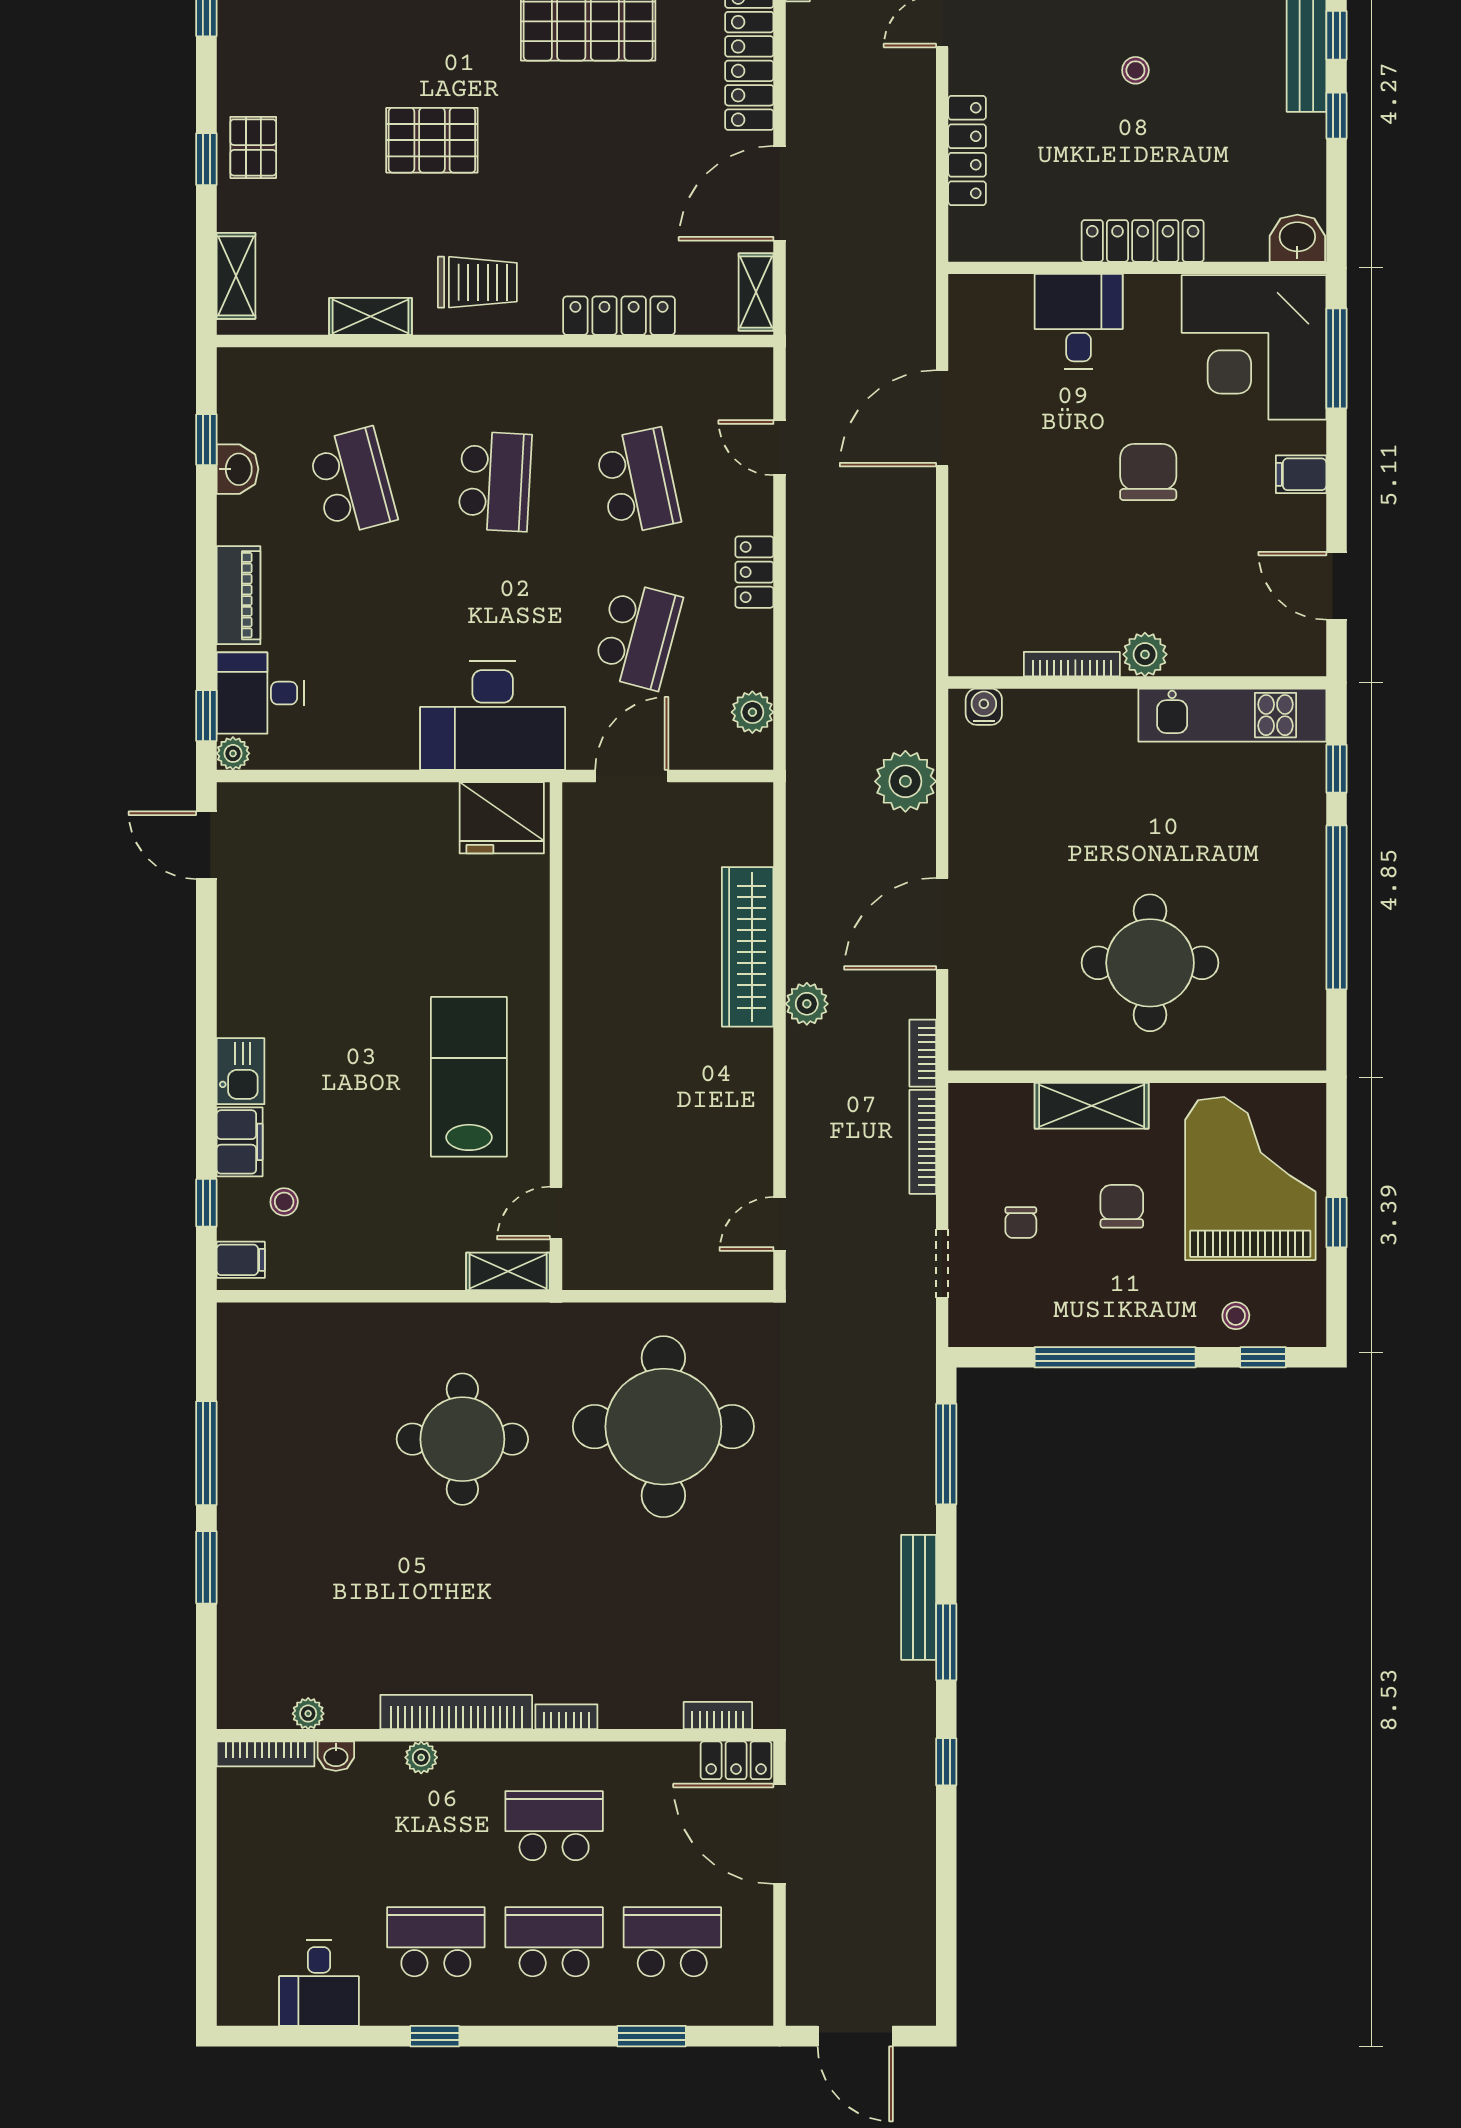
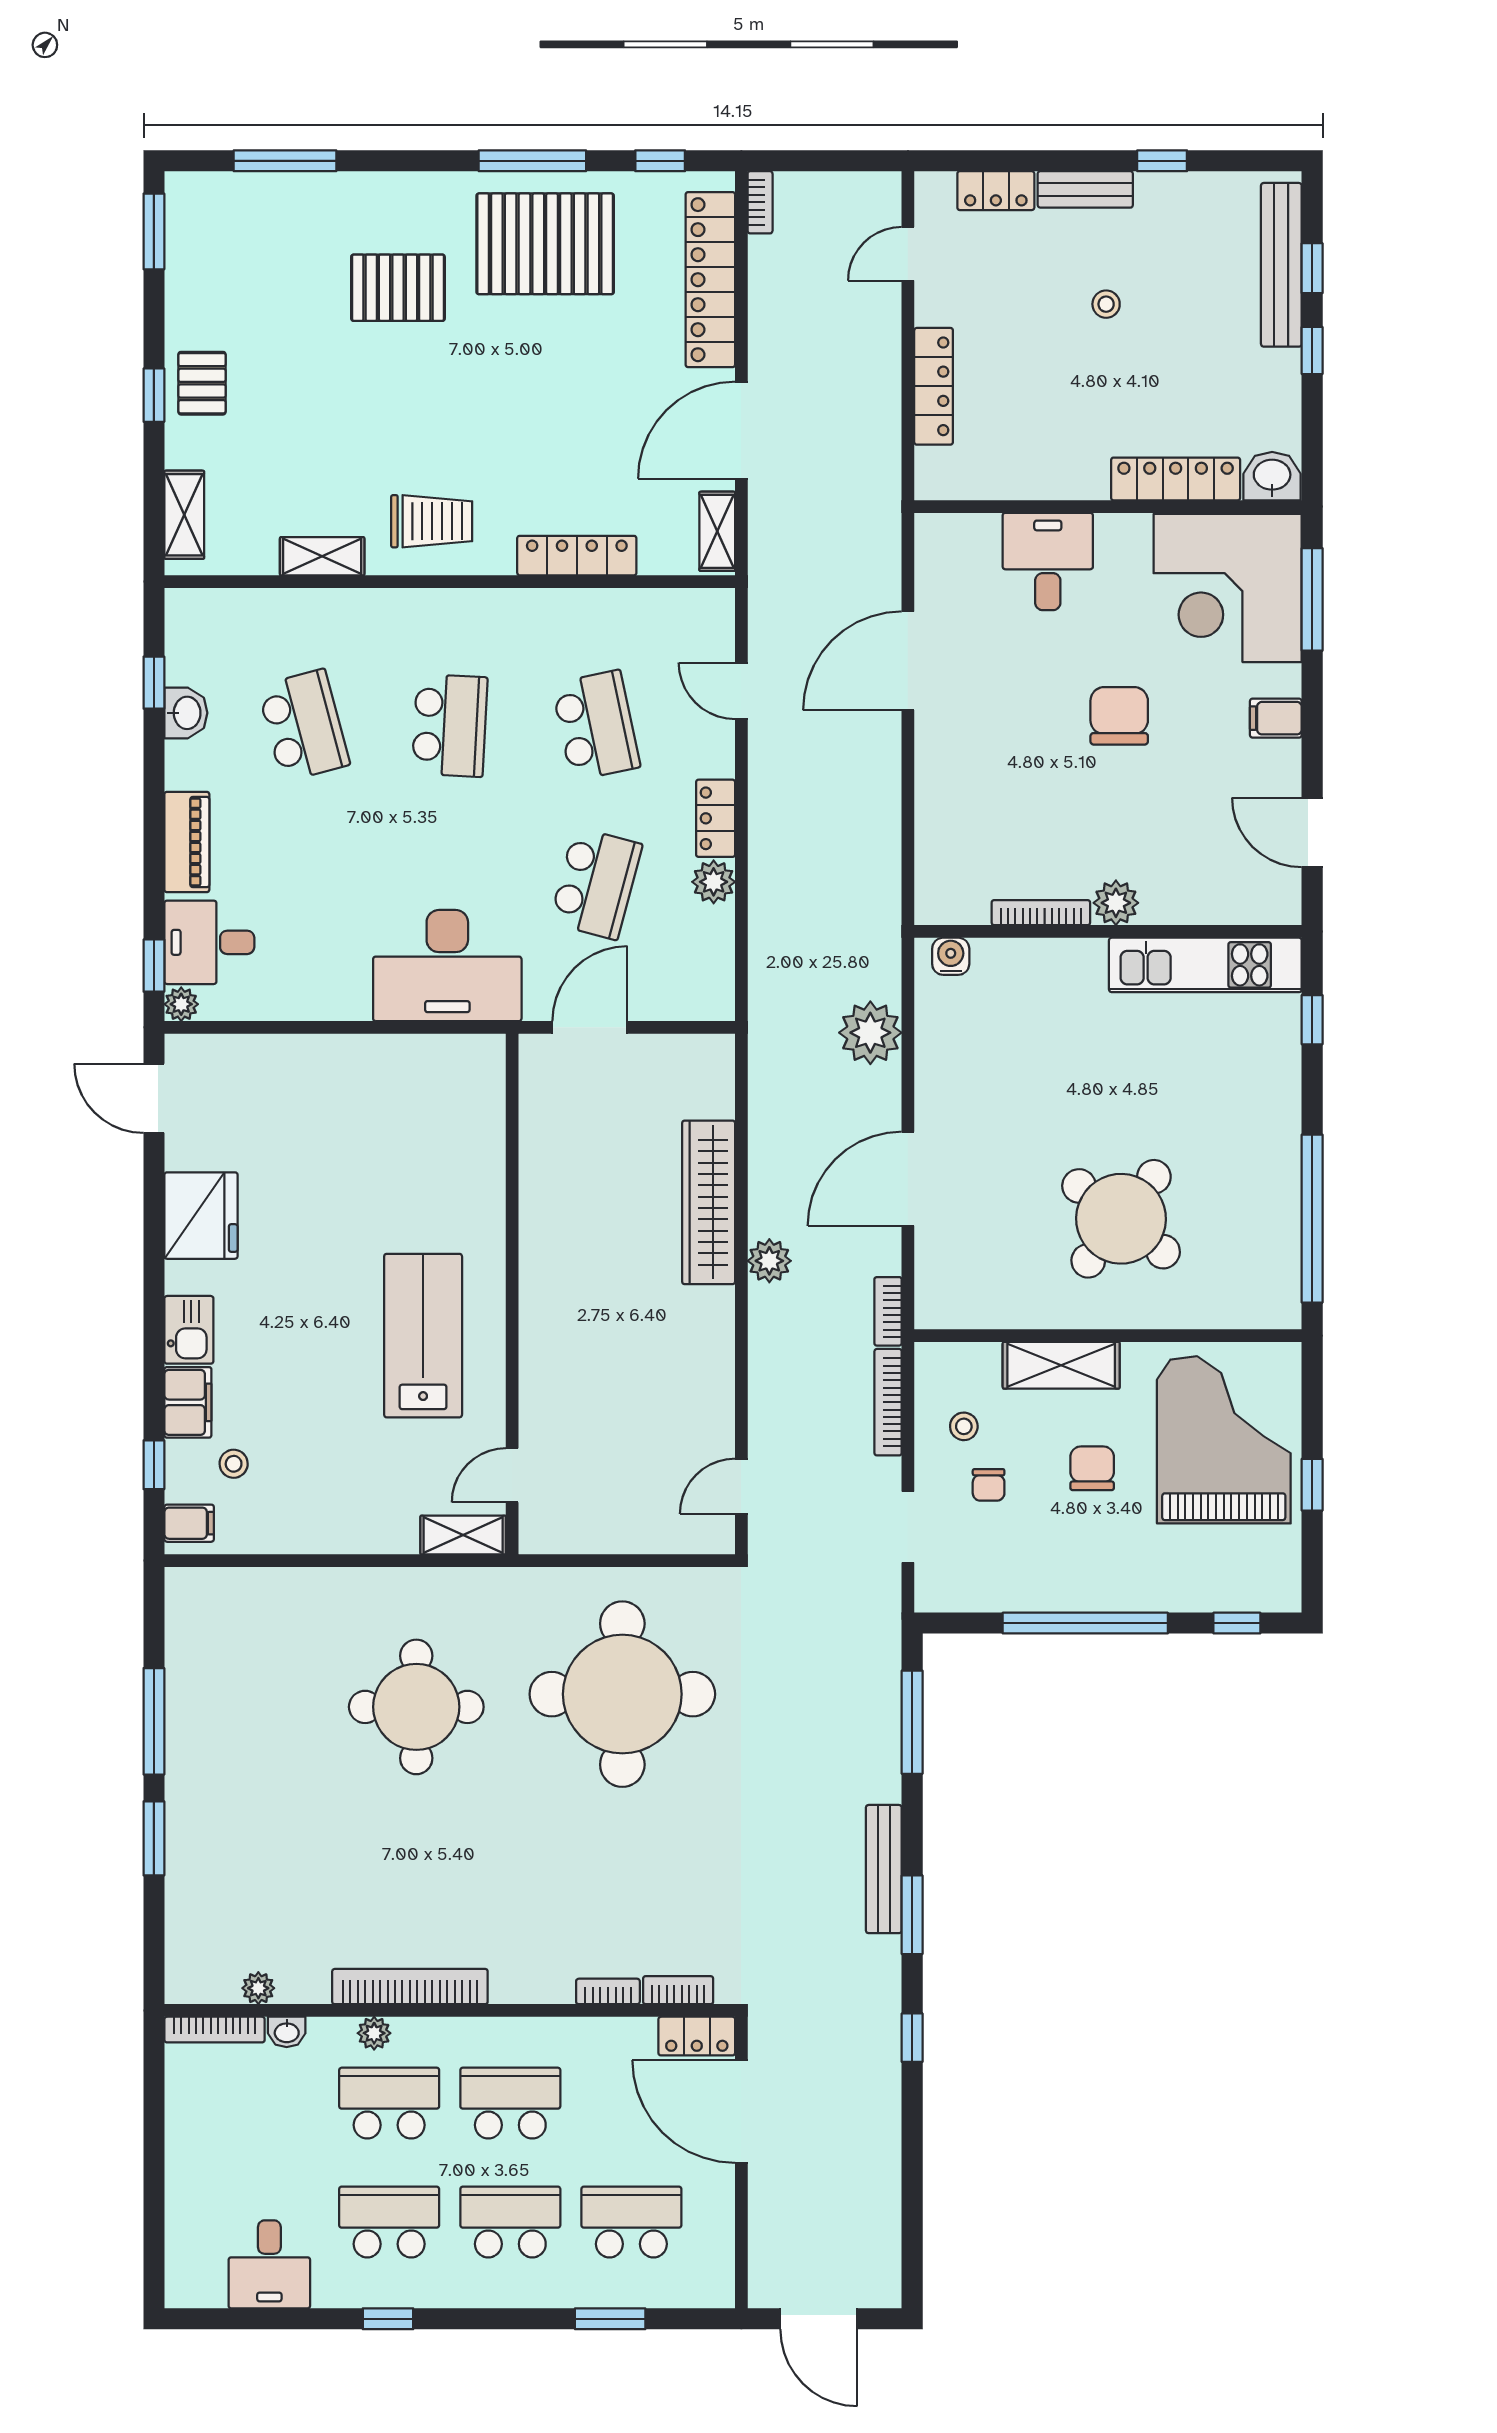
pallet: (432, 140) -> (398, 288), moved
locker: (1143, 241) -> (1176, 479), moved
plant: (752, 712) -> (714, 882), moved
fridge: (502, 818) -> (201, 1216), moved, turned -90
window: (1336, 907) -> (1312, 1219), moved
round table: (1150, 963) -> (1121, 1219), turned 38
stool: (1236, 1316) -> (964, 1426), moved
bookcase: (566, 1717) -> (608, 1991), moved
school desk: (436, 1826) -> (389, 2103), added

